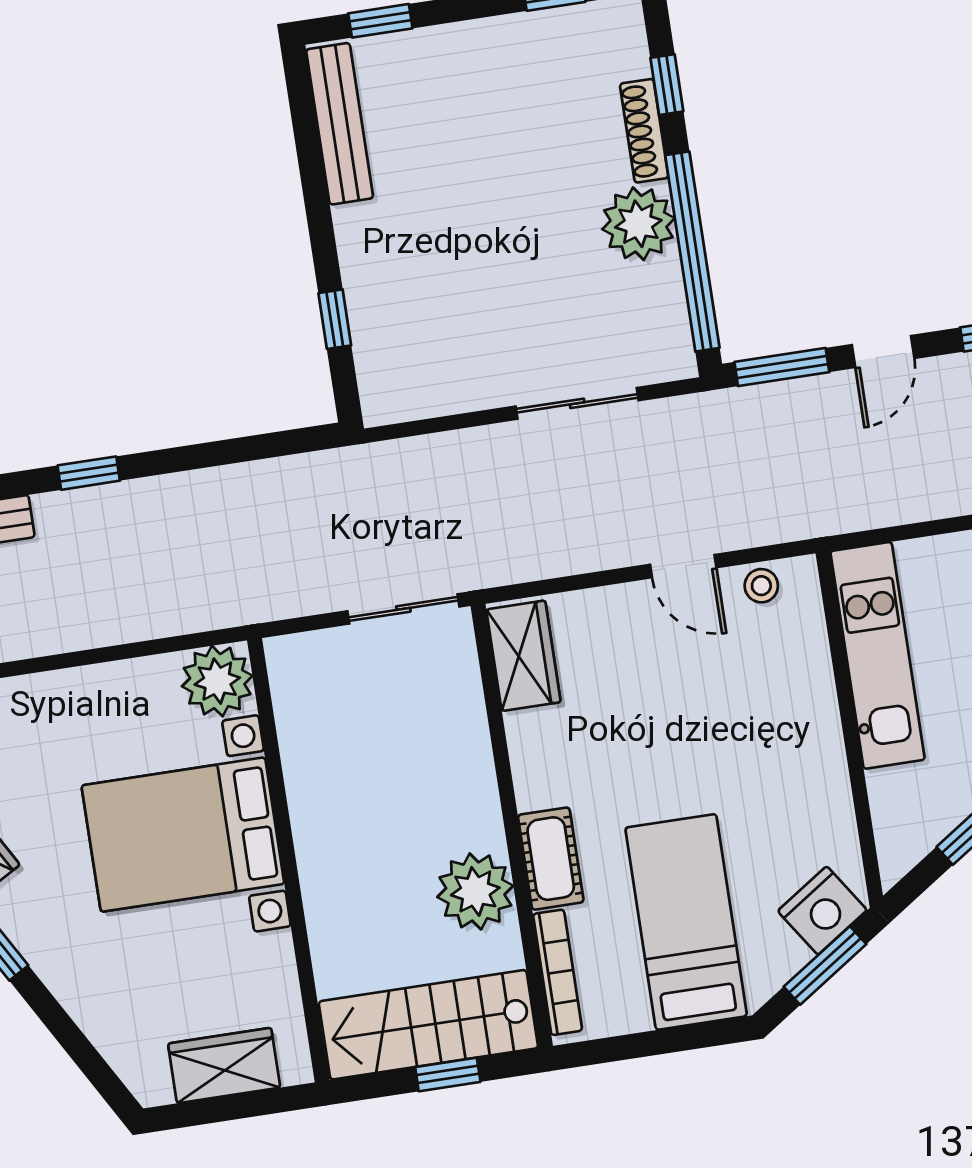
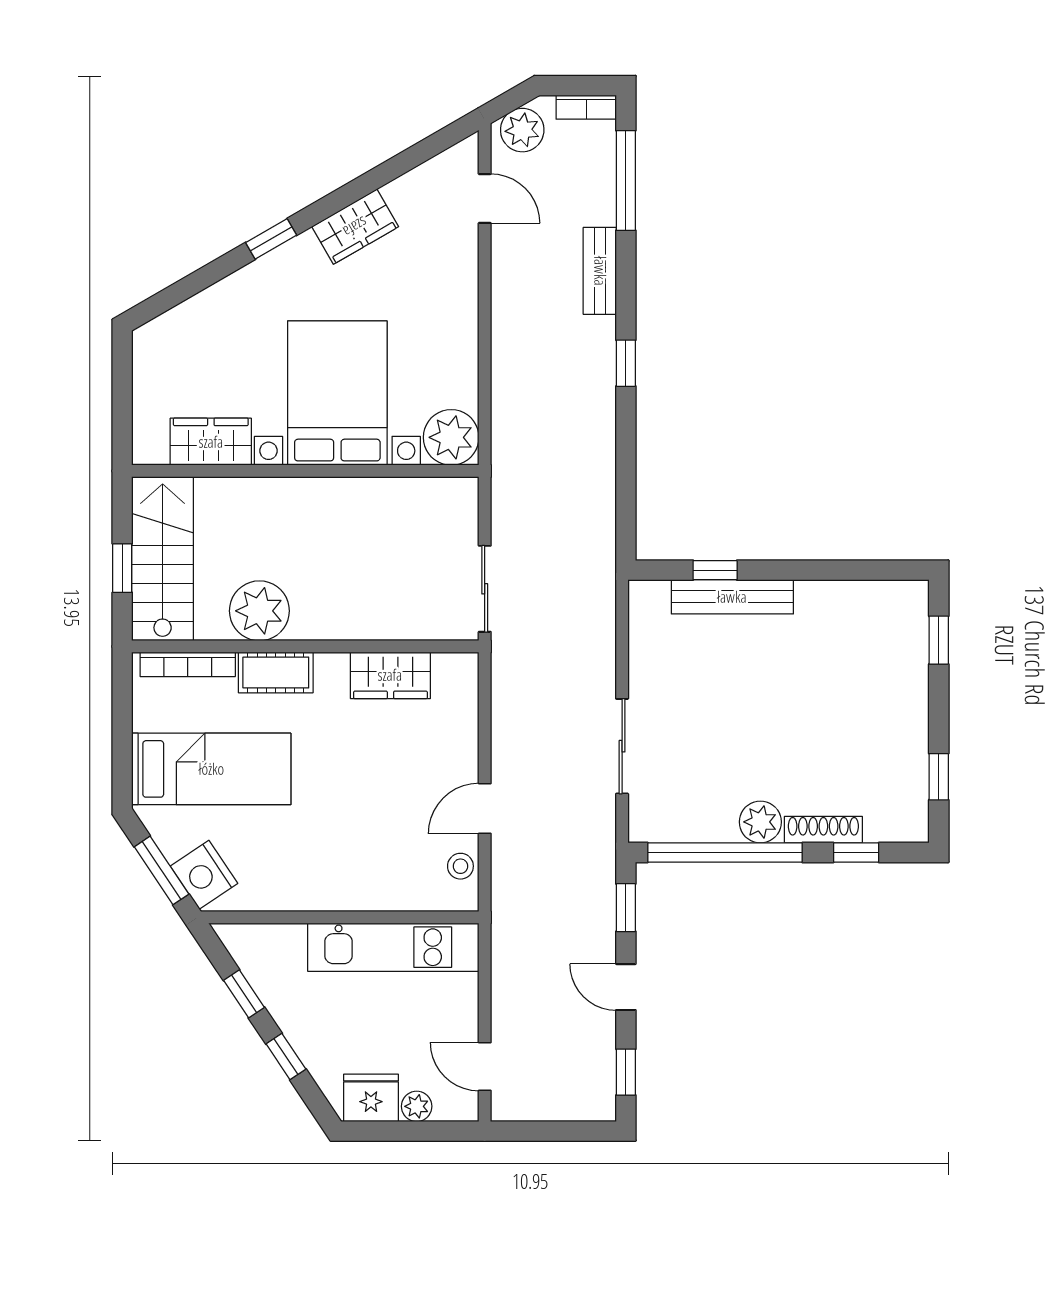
bench: (340, 124) -> (732, 597), moved
plant: (638, 224) -> (760, 822), width x0.73, depth x0.73
window: (782, 367) -> (626, 908), width x0.67
wardrobe: (523, 656) -> (390, 675), moved
wardrobe: (224, 1066) -> (211, 442), moved, turned -90

